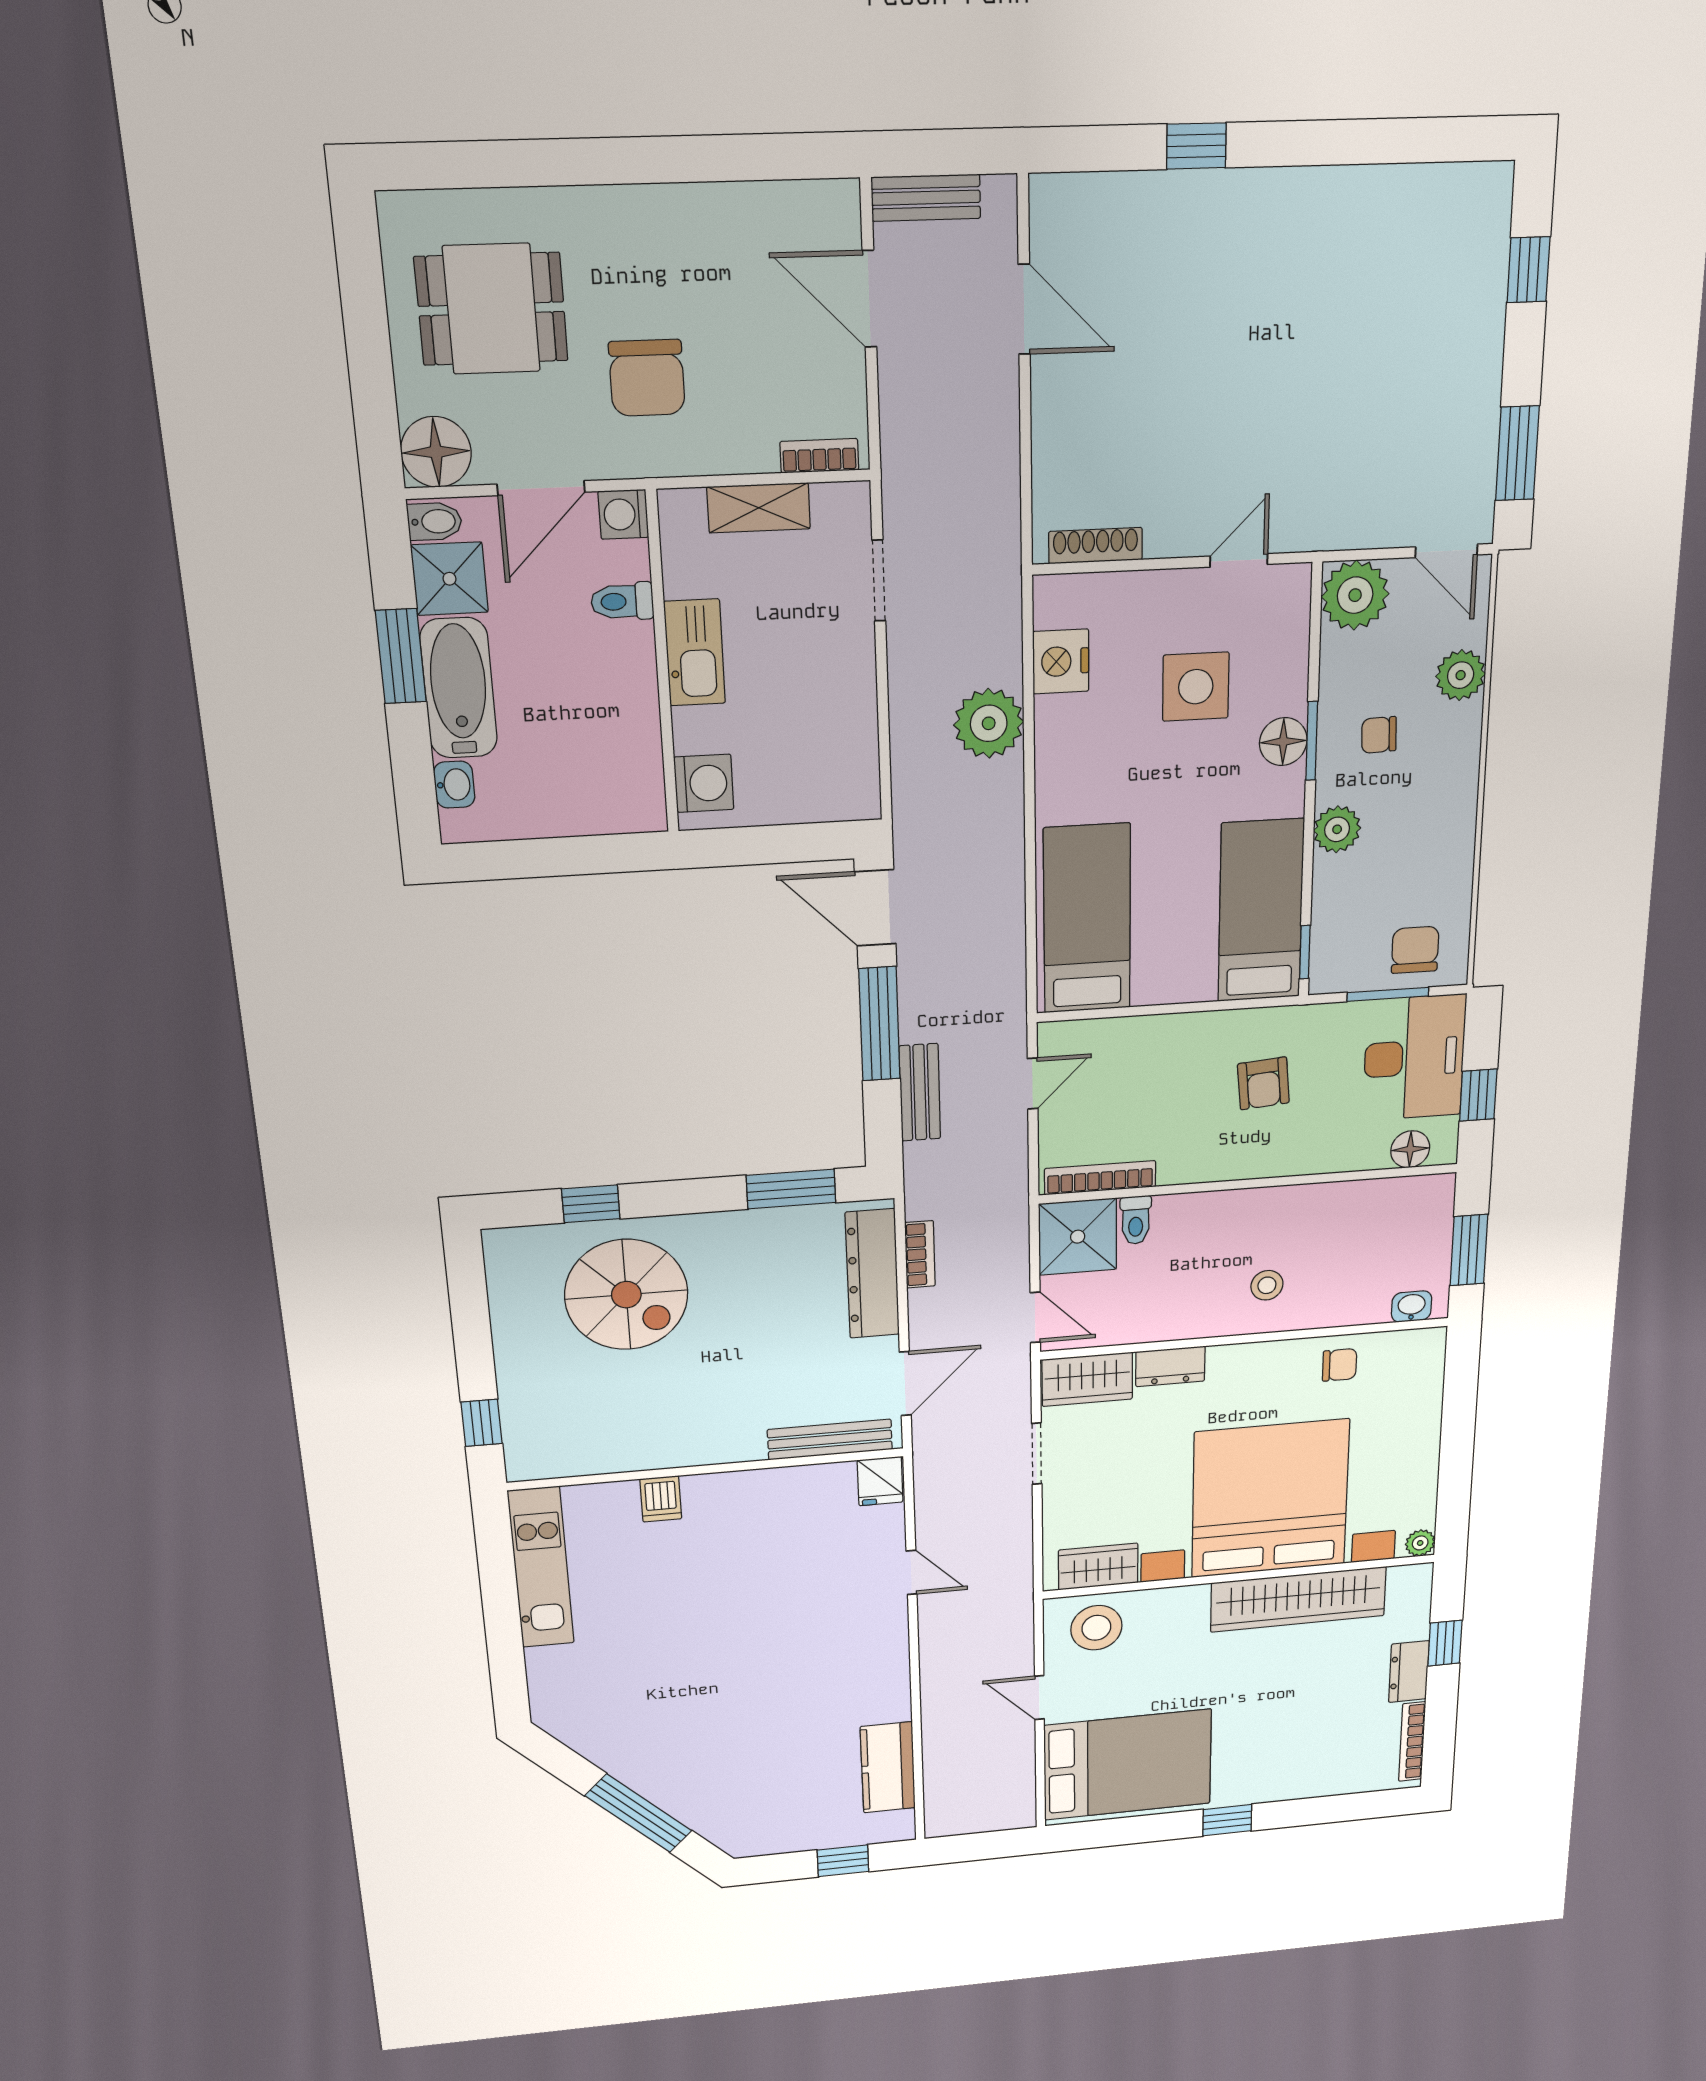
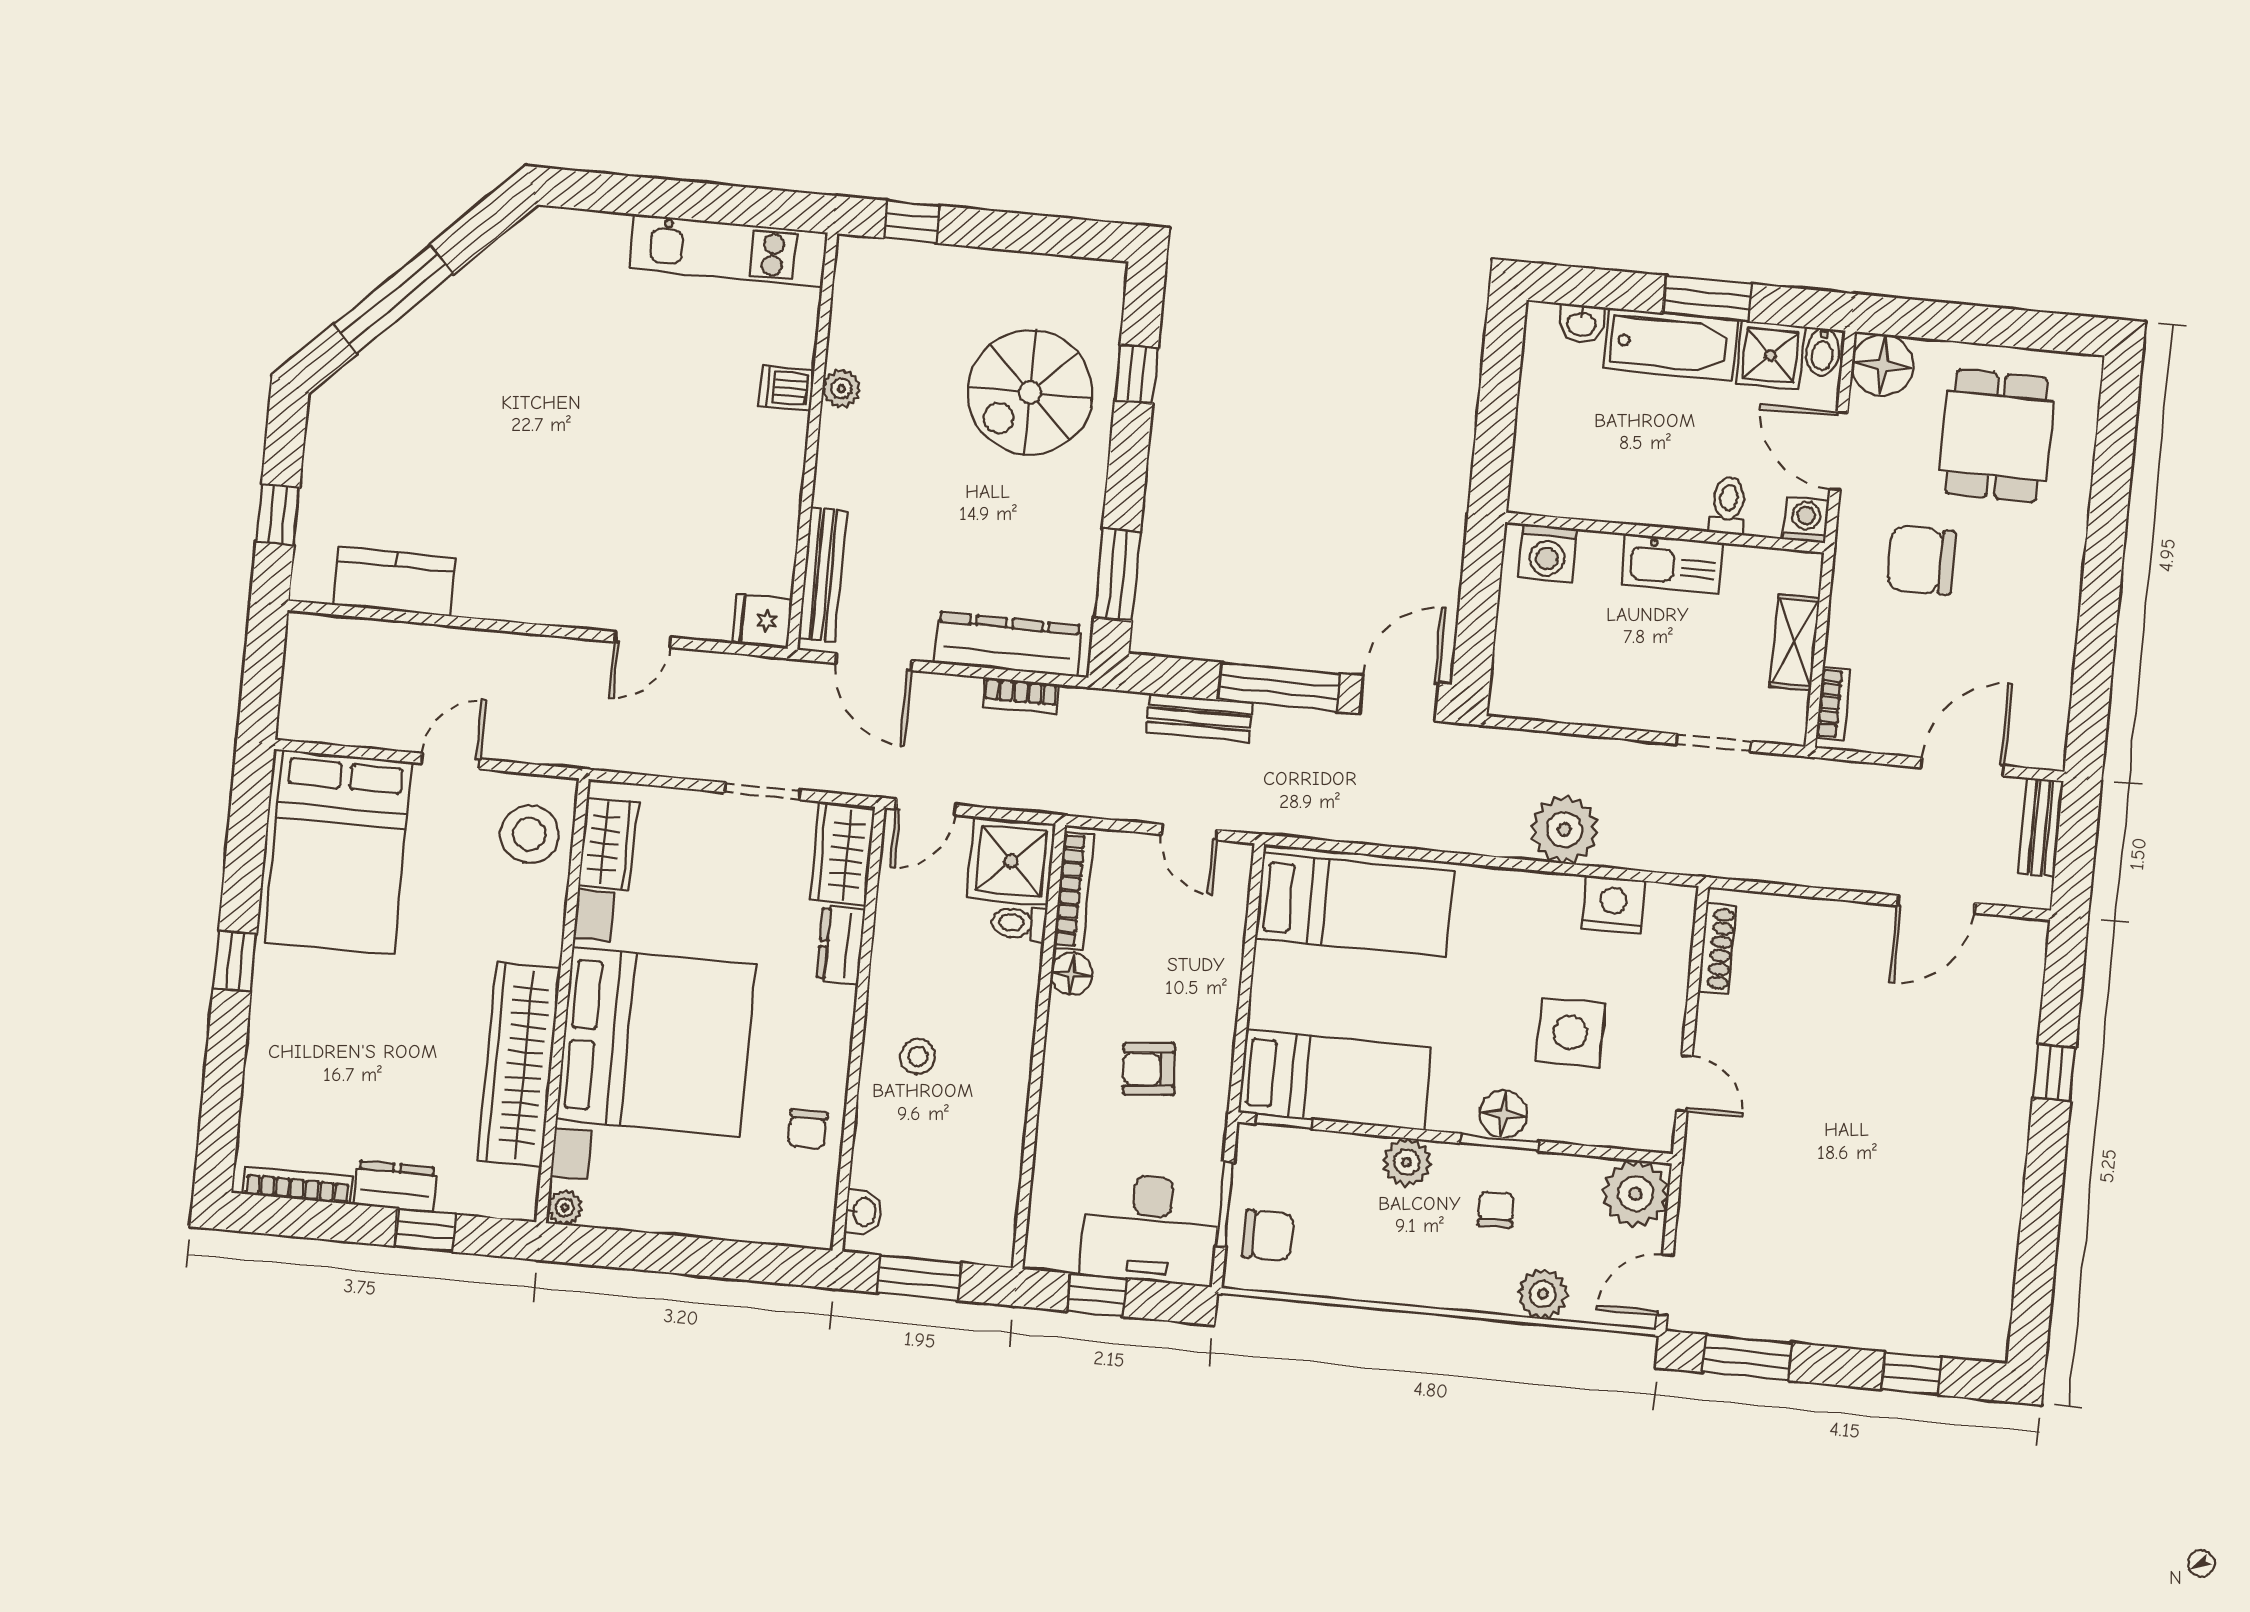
floor lamp: (1410, 1149) -> (1072, 974), moved
plant: (653, 1454) -> (841, 389), added

